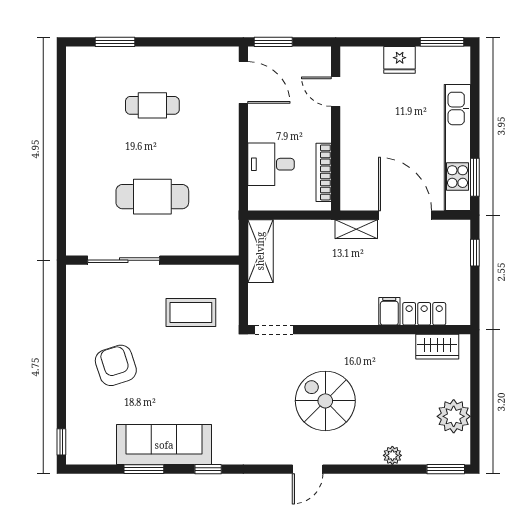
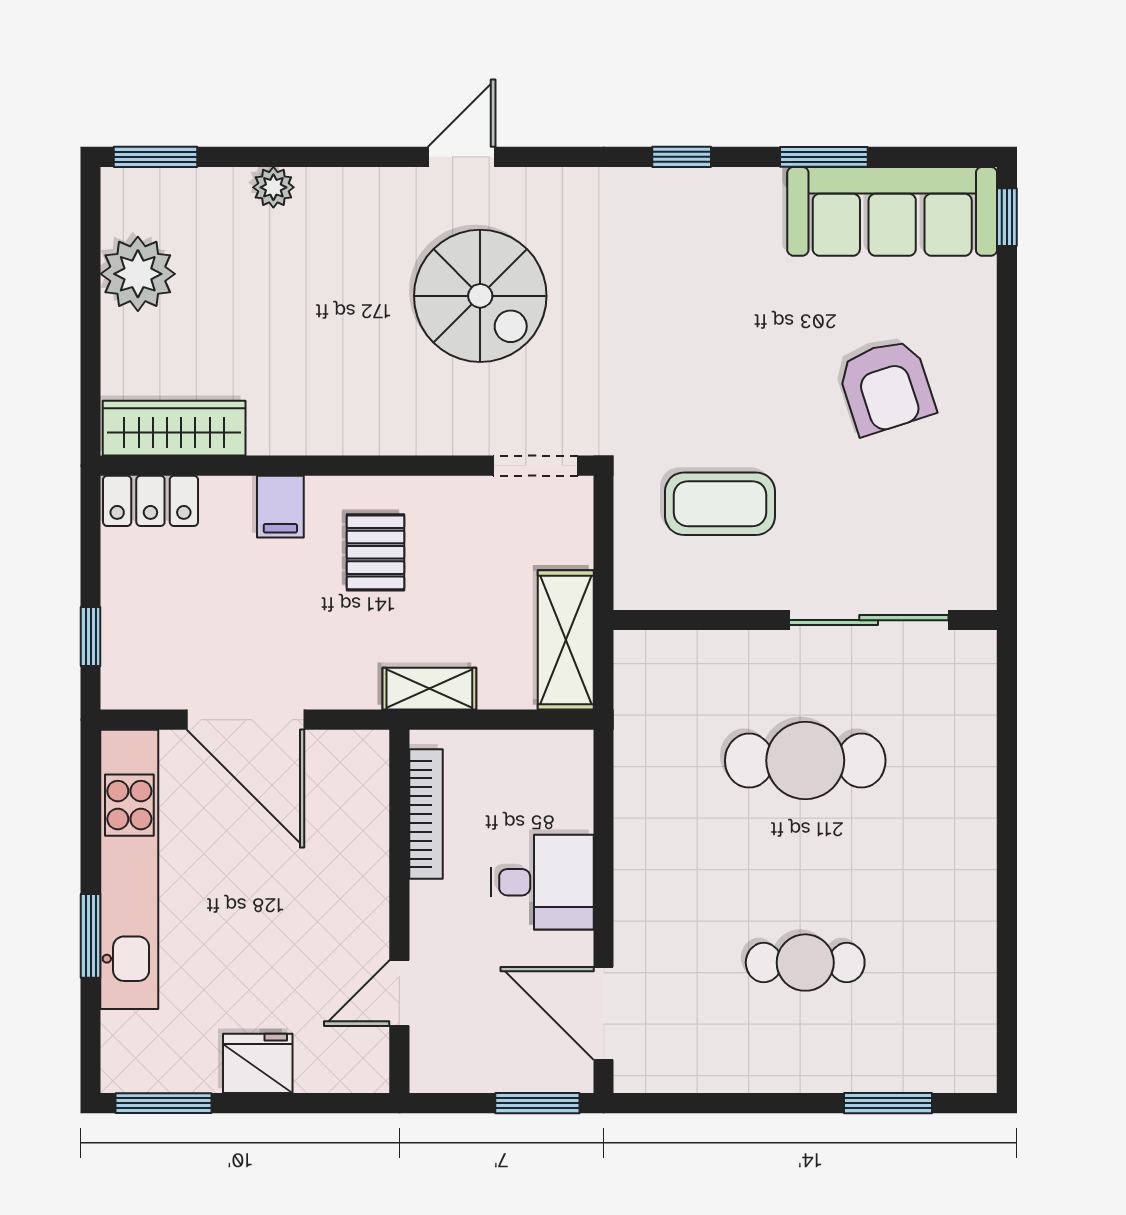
door: (336, 92) -> (399, 993), swing flipped
desk: (271, 164) -> (542, 882), moved
window: (475, 177) -> (91, 936), moved
shelving: (356, 229) -> (429, 689), moved
pallet: (346, 291) -> (375, 552), added
locker: (424, 314) -> (150, 501), moved
wardrobe: (437, 347) -> (174, 428), width x1.50
spiral stairs: (325, 401) -> (480, 296), moved
sofa: (164, 445) -> (892, 211), moved

